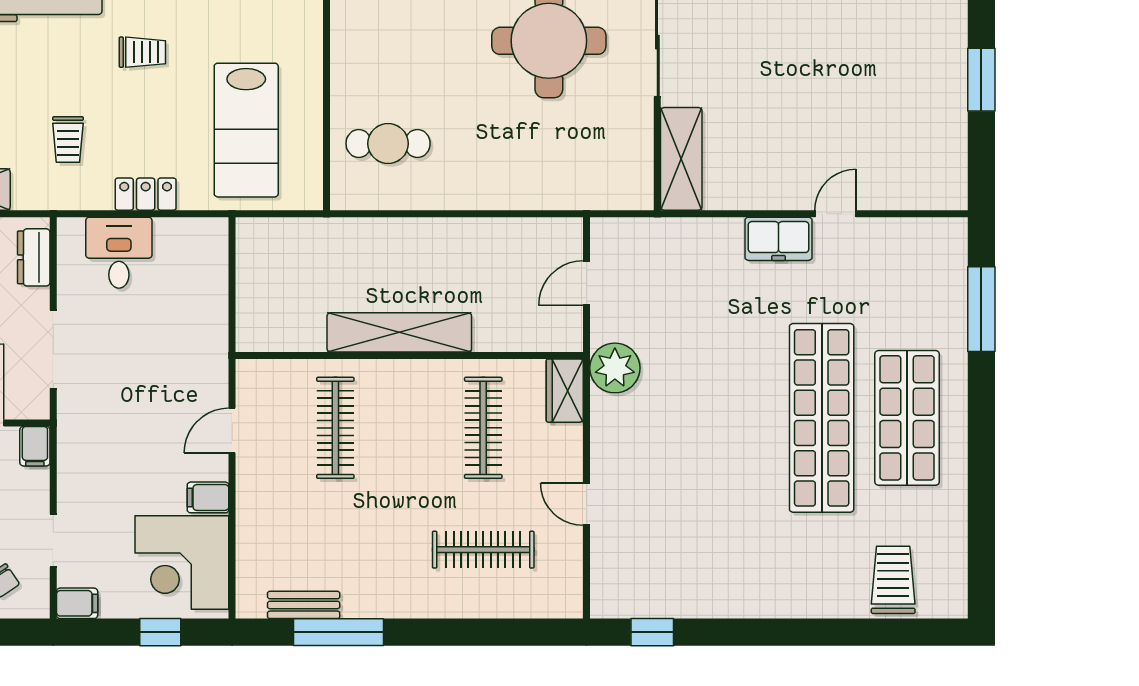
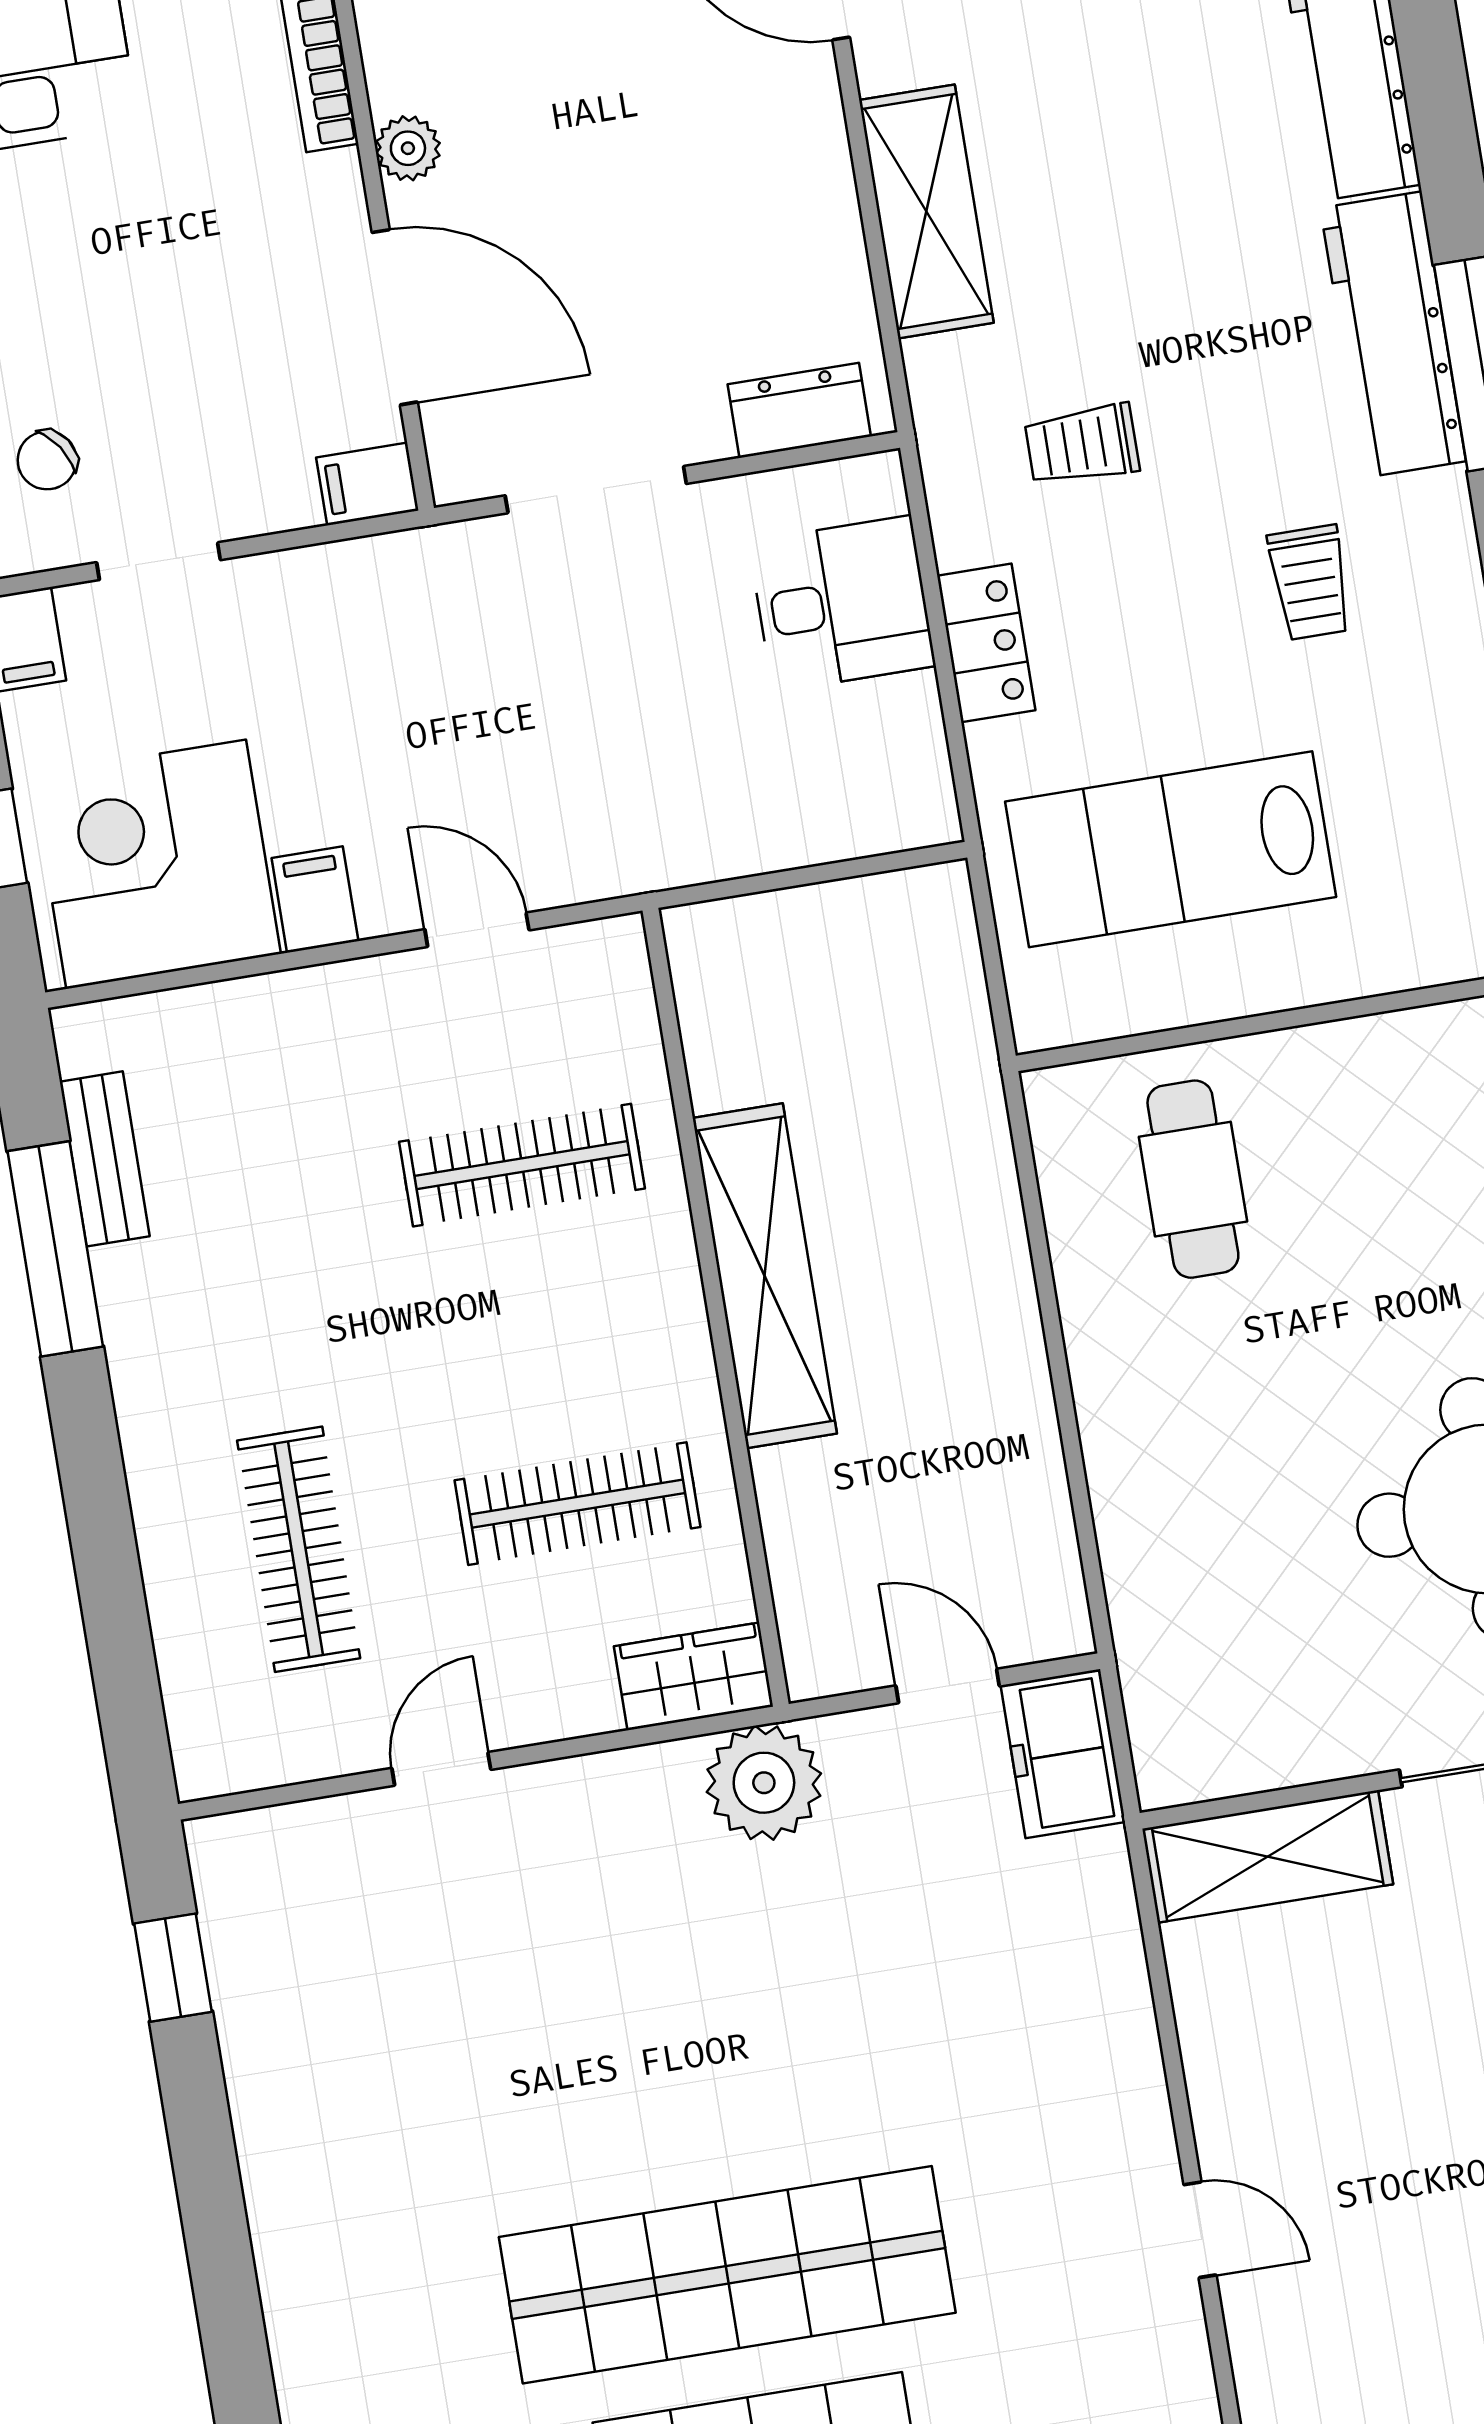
freezer: (779, 239) -> (1063, 1754), moved

